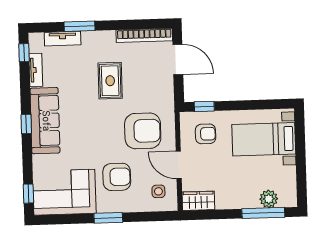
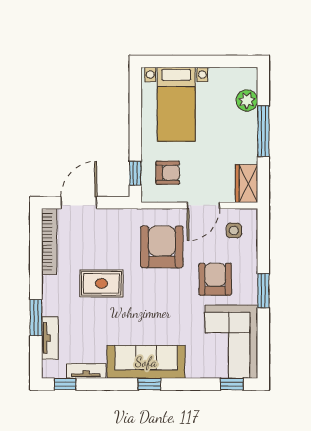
armchair: (206, 134) -> (168, 173), turned 90
window: (263, 213) -> (263, 131), moved

